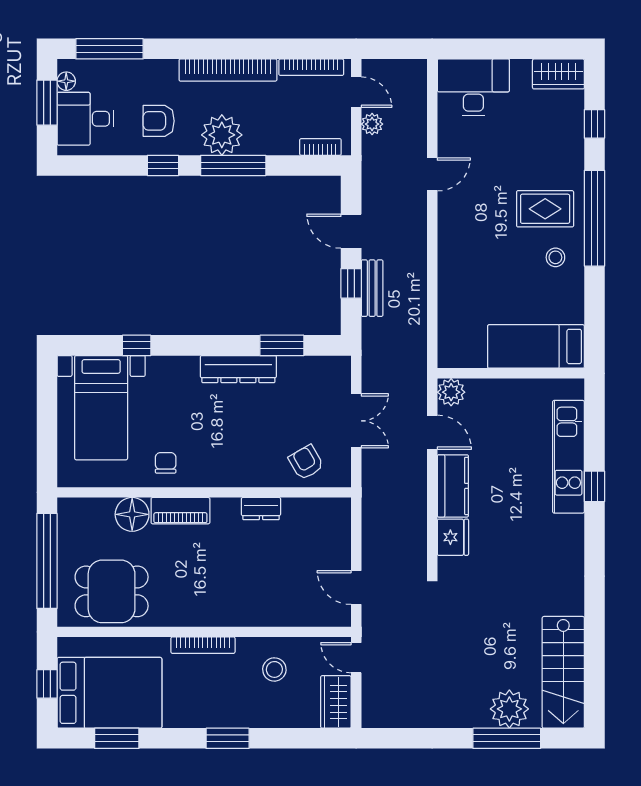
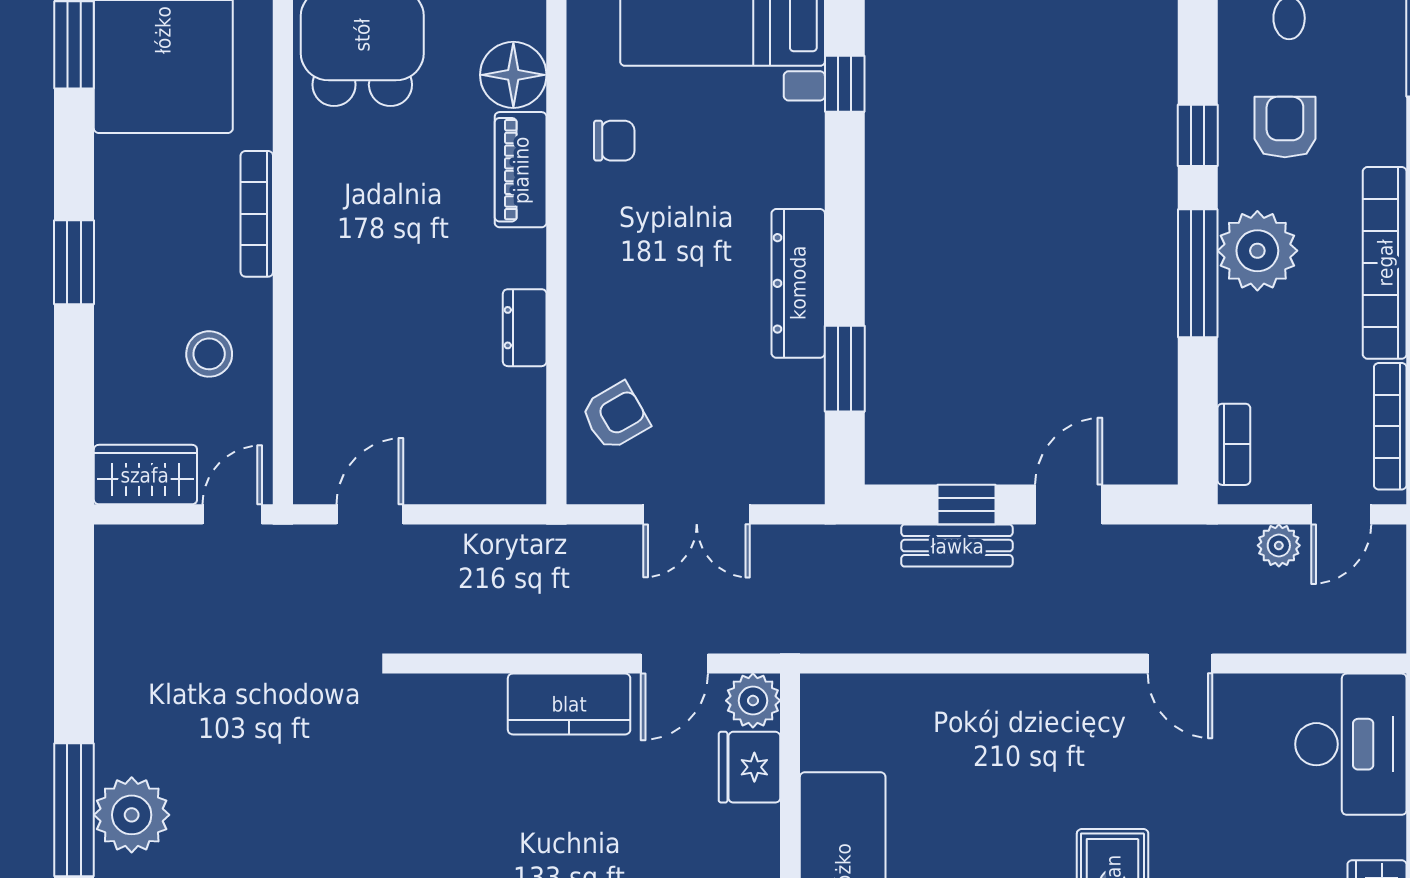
fridge: (453, 537) -> (749, 767), moved, turned 90

